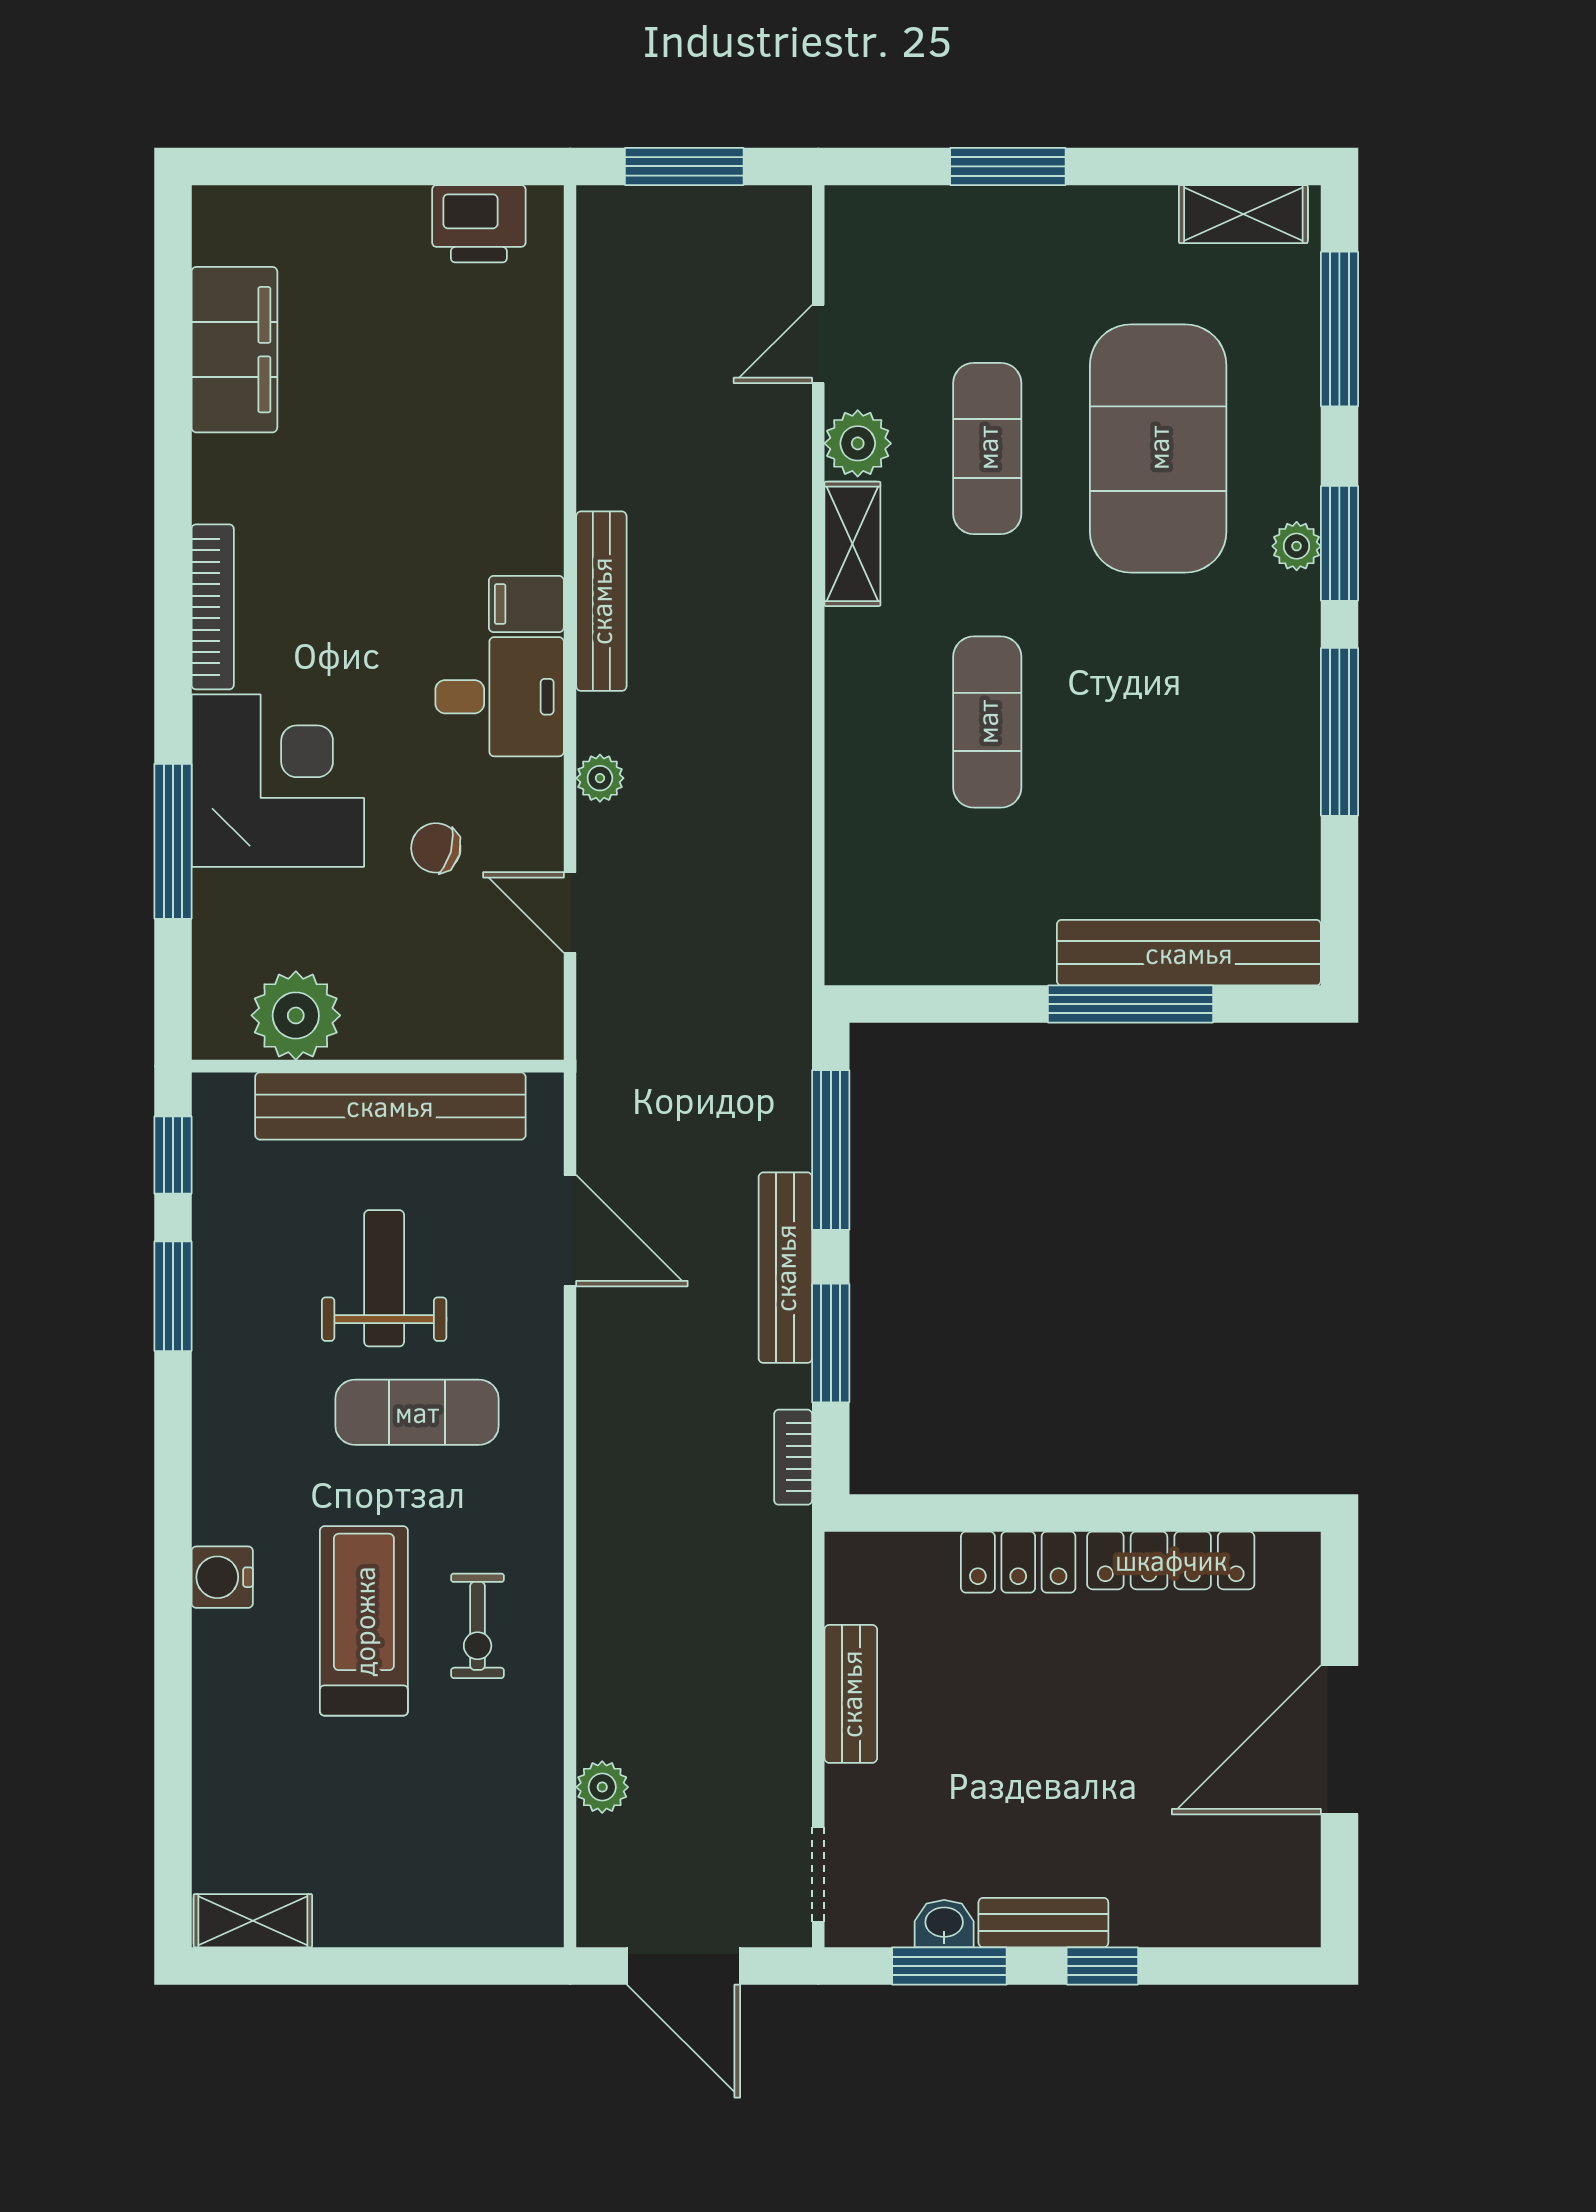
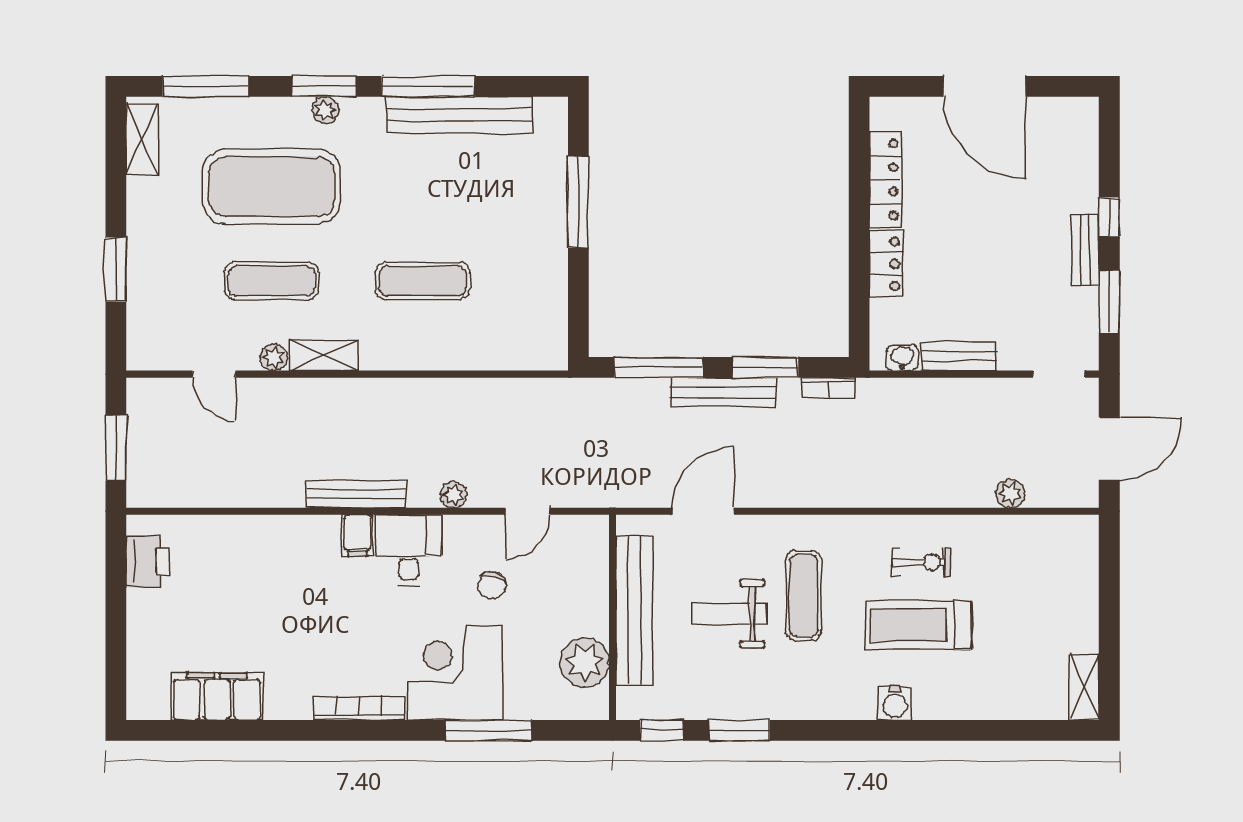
plant: (858, 443) -> (274, 357), width x0.73, depth x0.73
bench: (1189, 953) -> (459, 115), moved, turned 90
washbasin: (944, 1924) -> (902, 358), moved, turned 90

